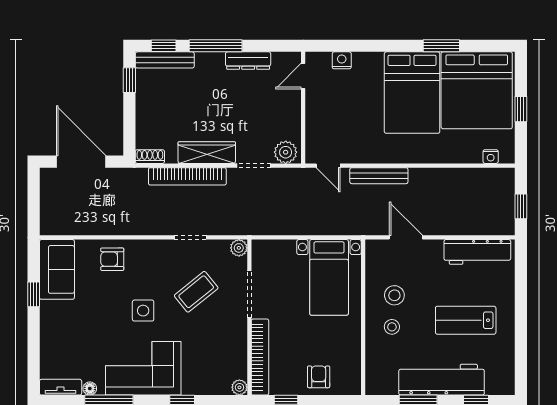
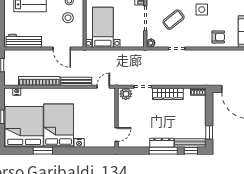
nightstand: (342, 60) -> (79, 143), moved
dresser: (248, 61) -> (162, 143), moved
door: (328, 166) -> (103, 87), hinge flipped
bookcase: (187, 176) -> (39, 81), moved

